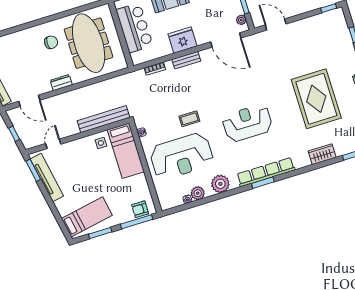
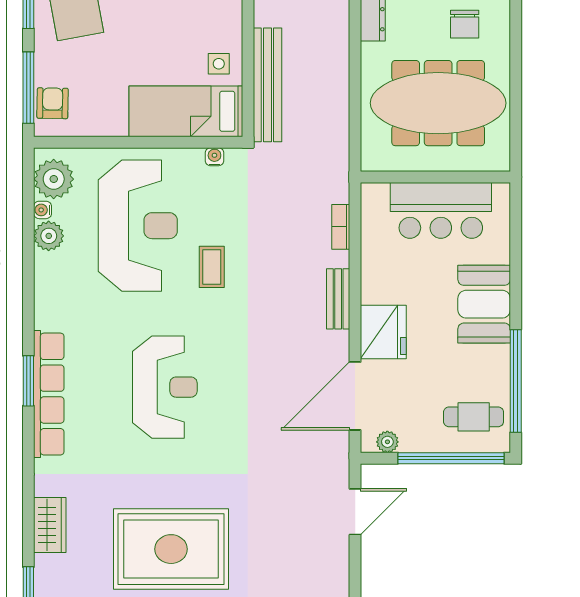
fridge: (183, 40) -> (383, 332), moved
reception desk: (181, 156) -> (138, 226), turned 180
plant: (220, 184) -> (54, 179), moved

